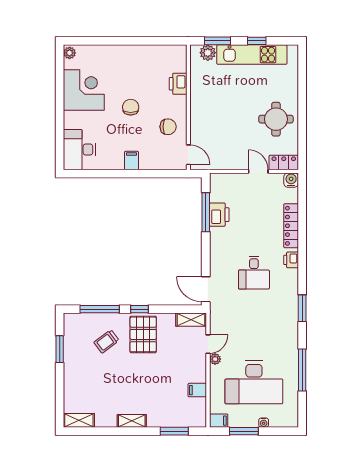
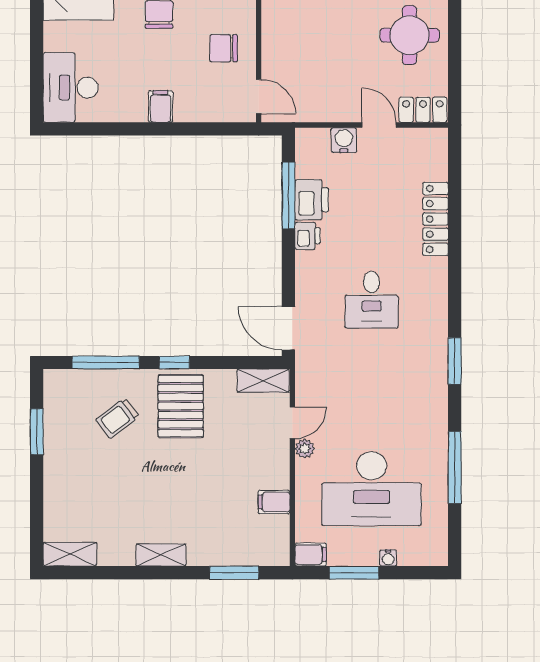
chair: (168, 127) -> (224, 48), turned 180
water cooler: (291, 180) -> (344, 140), moved
printer: (291, 260) -> (307, 236), moved, turned 180

